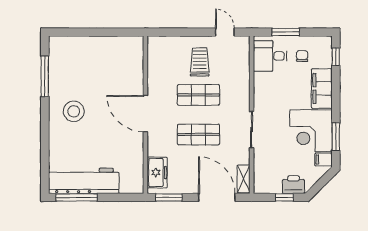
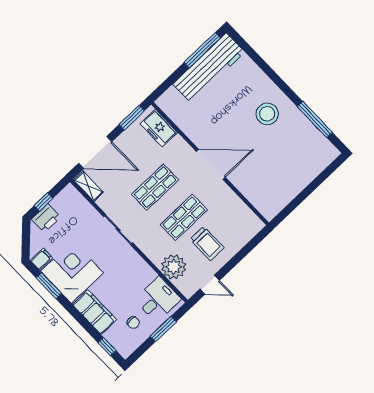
plant: (238, 68) -> (174, 267), added

